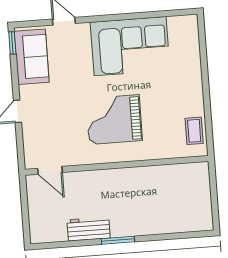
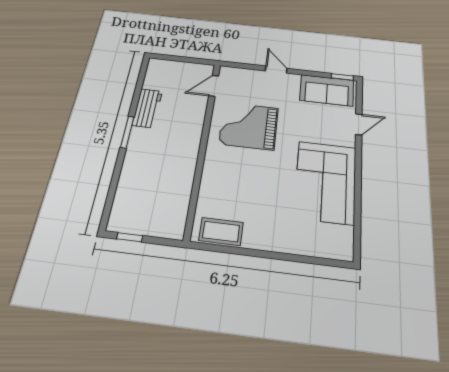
grand piano: (114, 120) -> (249, 126), moved, turned -90
coffee table: (194, 131) -> (221, 231), width x1.36, depth x1.30
window: (215, 208) -> (130, 237), added

